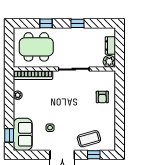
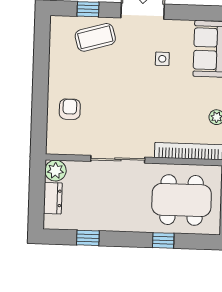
window: (77, 23) -> (88, 238), moved

